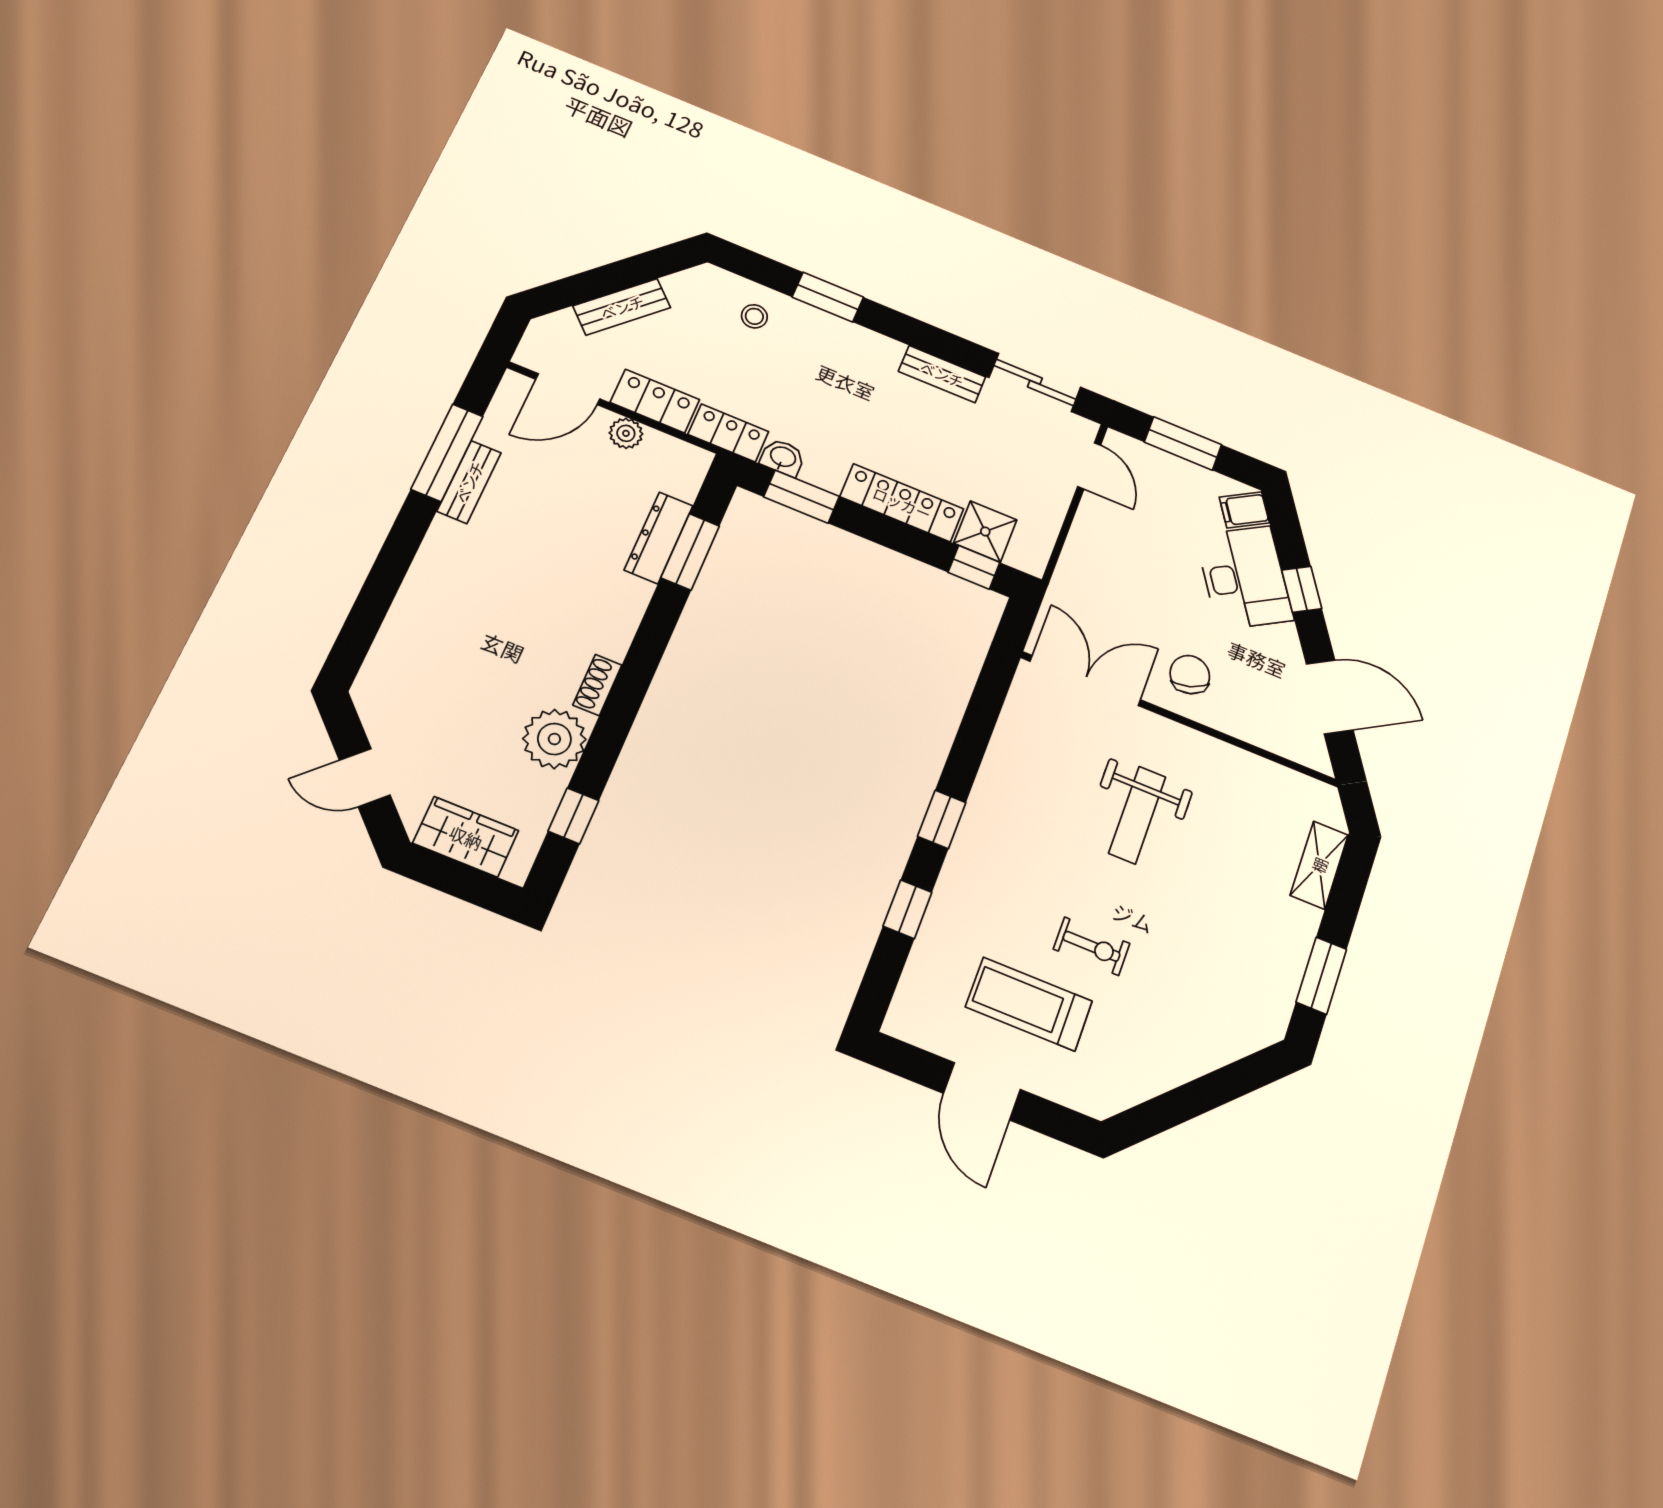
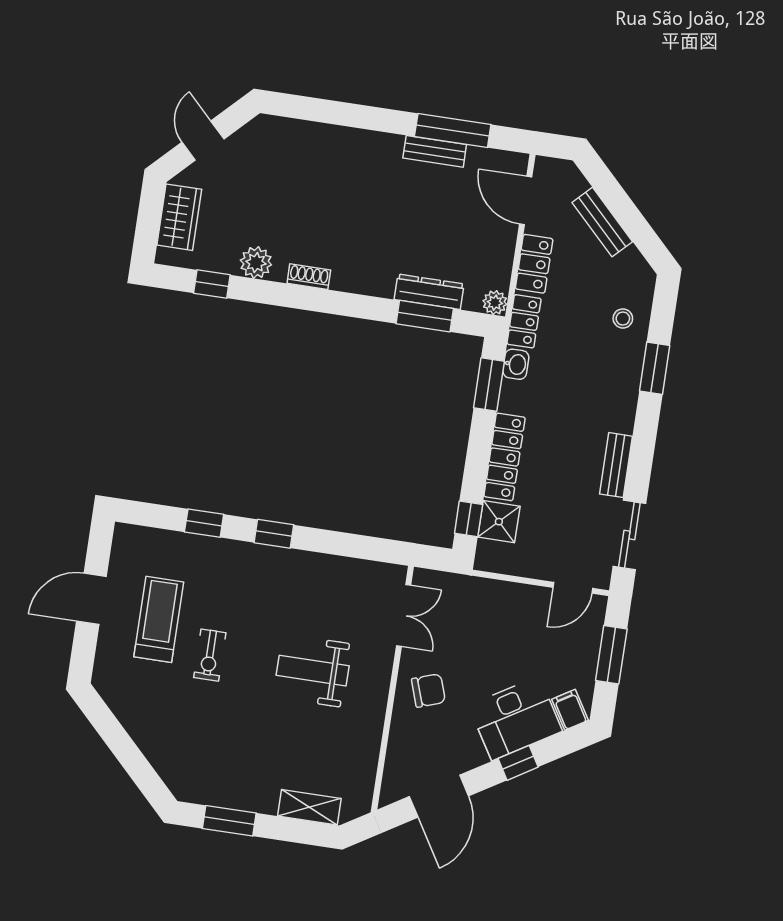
plant: (626, 433) -> (495, 303), moved
double door: (1085, 680) -> (404, 615), width x0.73
plant: (554, 739) -> (256, 263), width x0.73, depth x0.73

